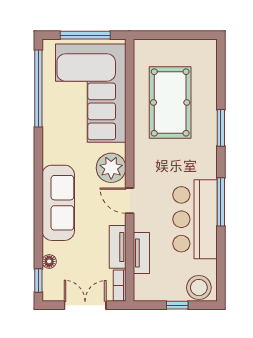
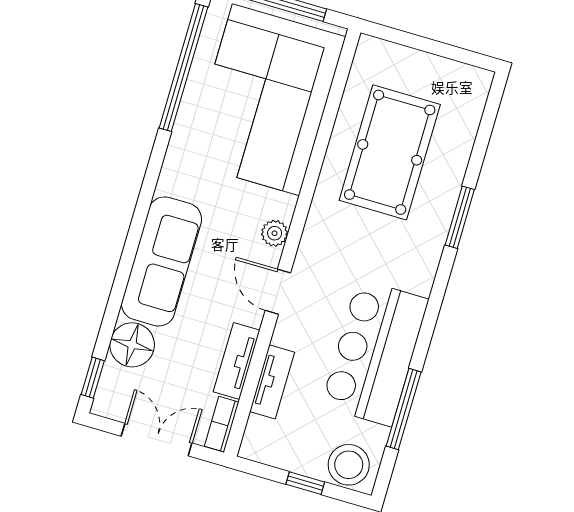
plant: (111, 168) -> (275, 233), width x0.53, depth x0.53
window: (221, 202) -> (404, 409), moved
floor lamp: (49, 261) -> (132, 345), width x1.89, depth x1.89

